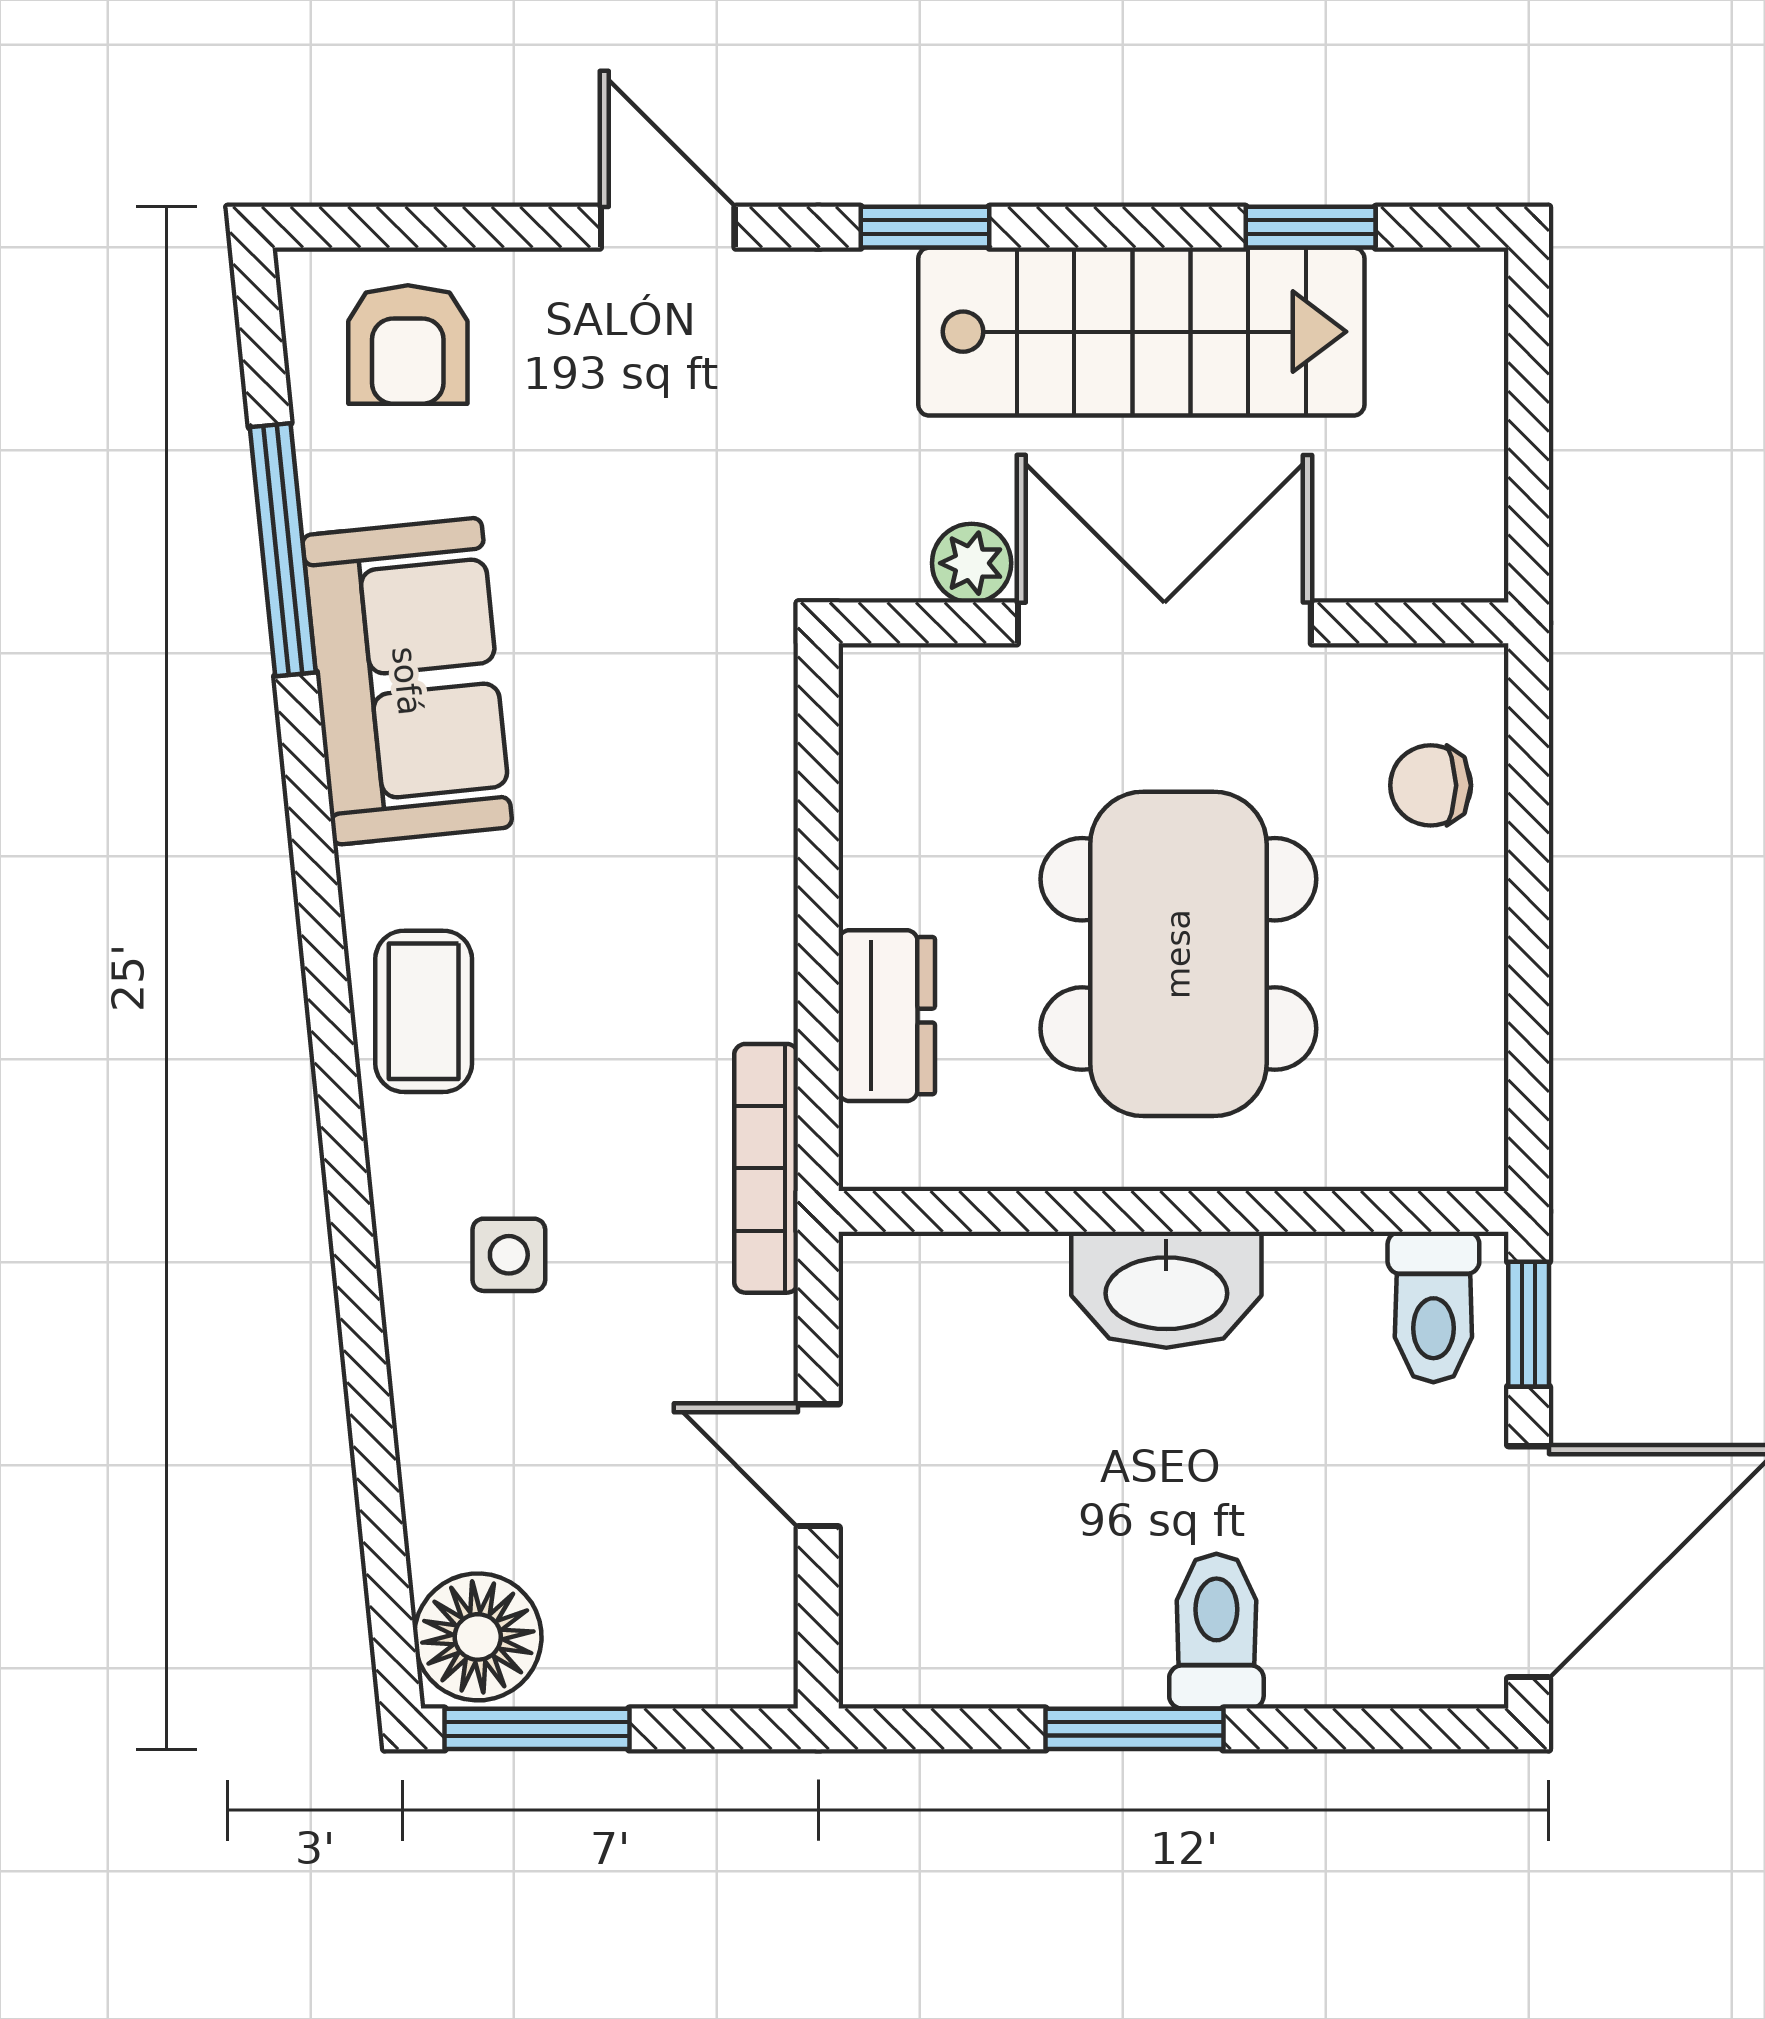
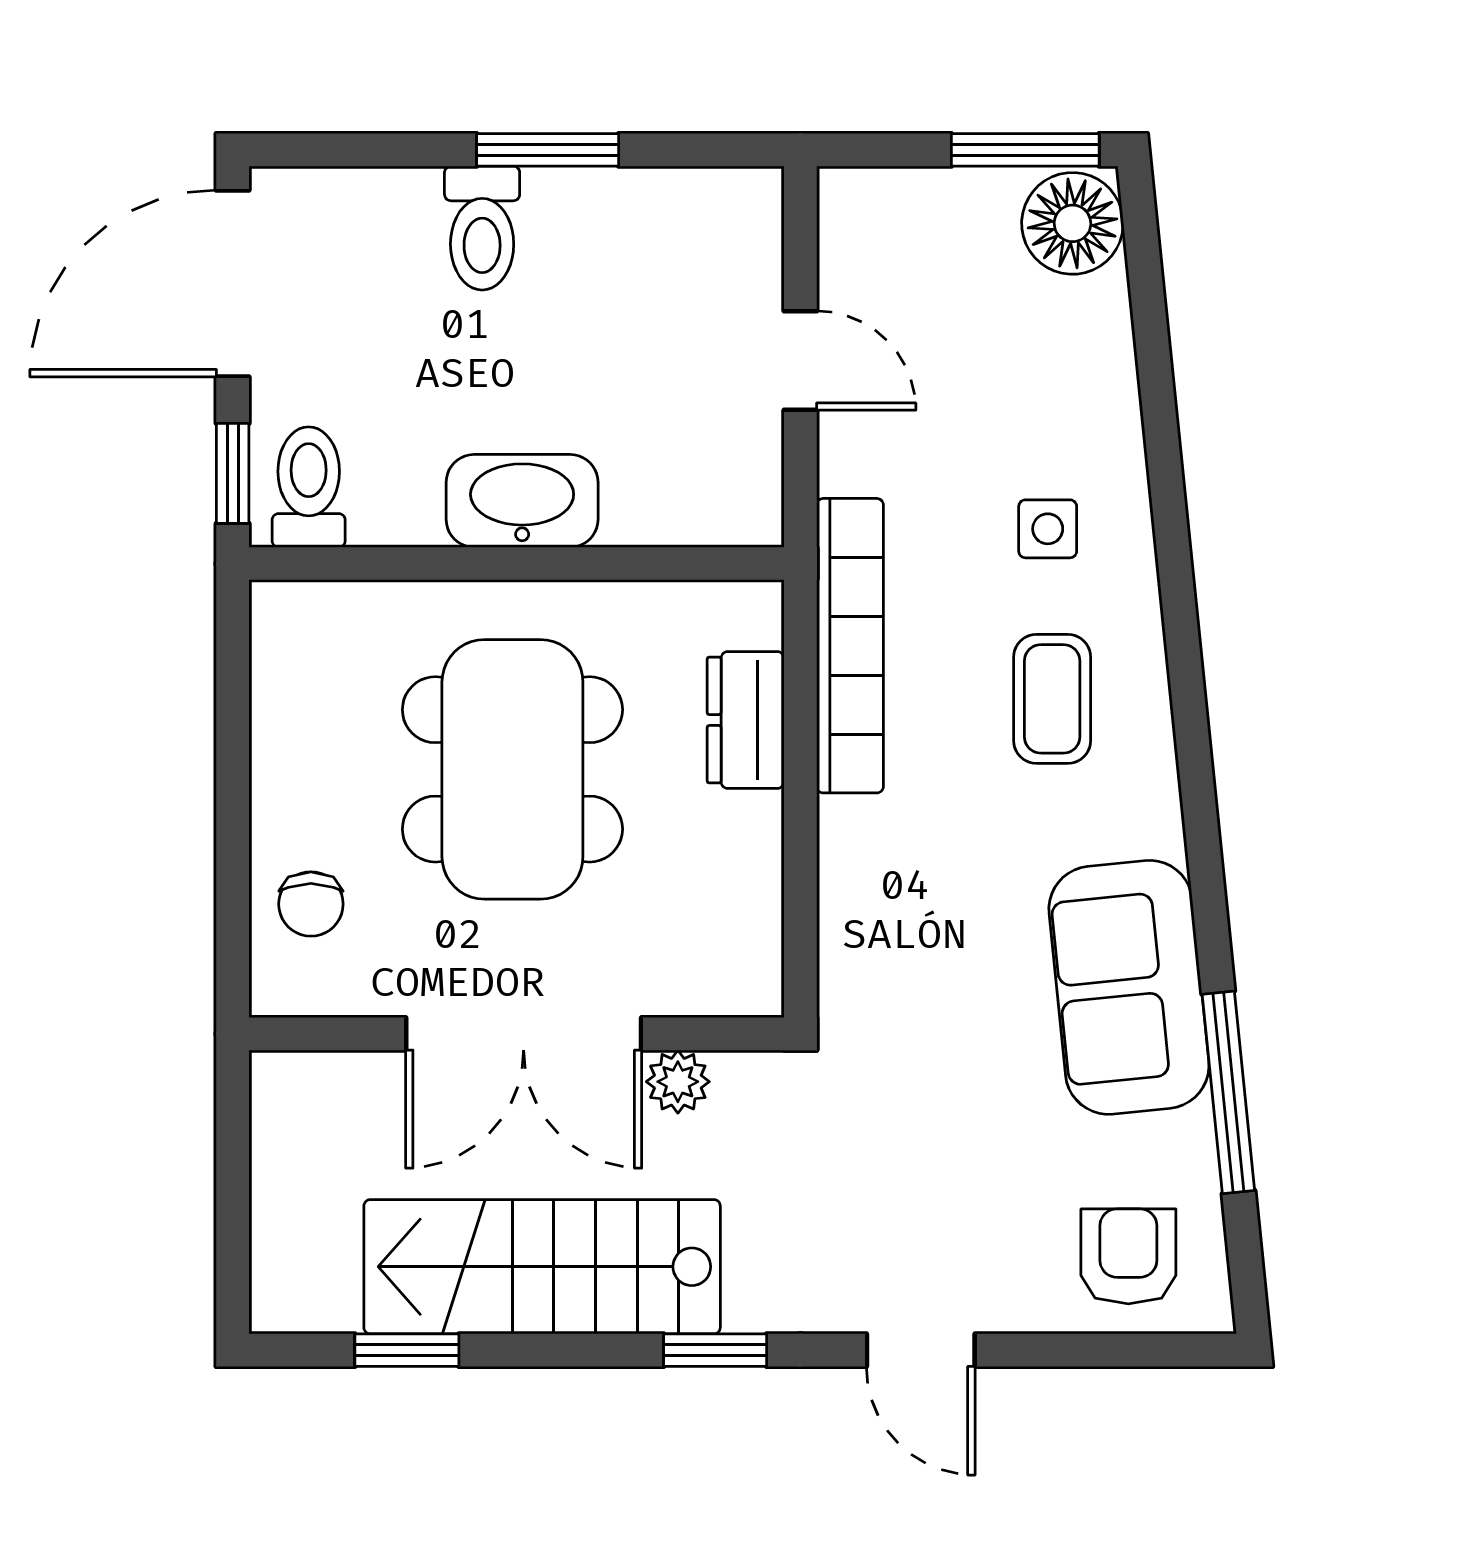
chair: (1431, 785) -> (311, 904), turned 90
coffee table: (424, 1011) -> (1052, 699), moved
bookcase: (766, 1168) -> (850, 646), width x1.48, depth x1.31

